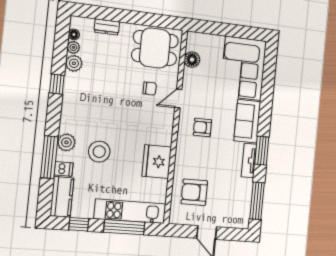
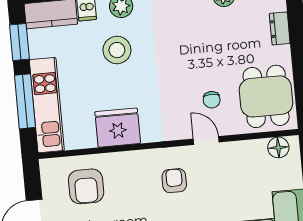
floor lamp: (192, 60) -> (278, 147), moved
armchair: (194, 192) -> (86, 186), turned 180
window: (79, 224) -> (19, 42), width x1.50

